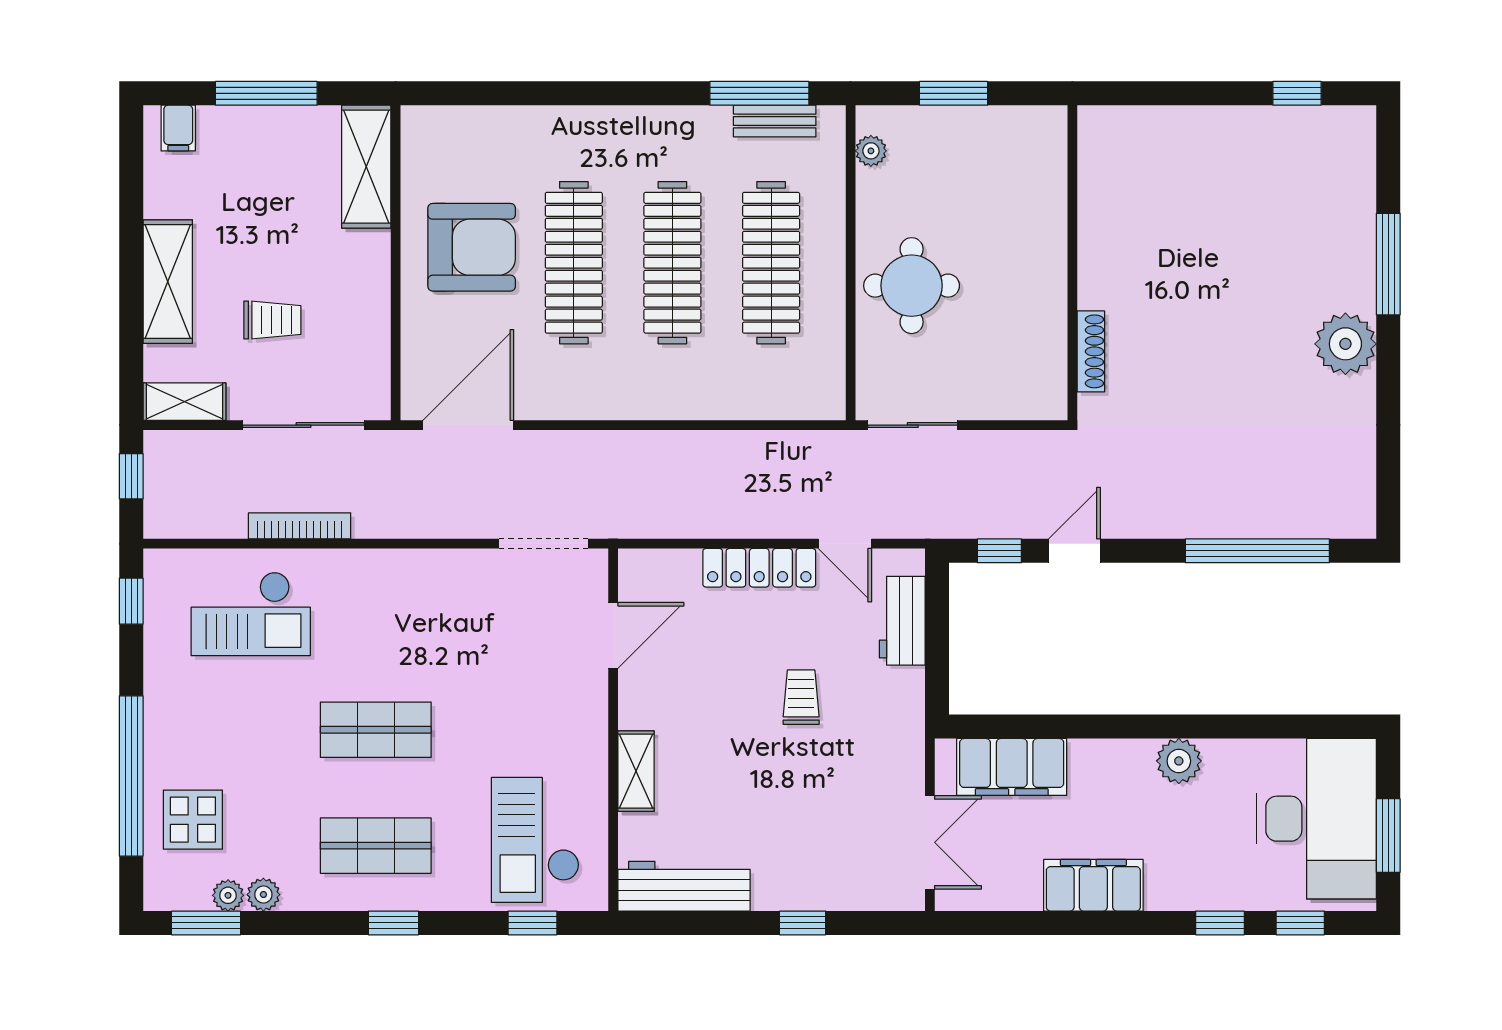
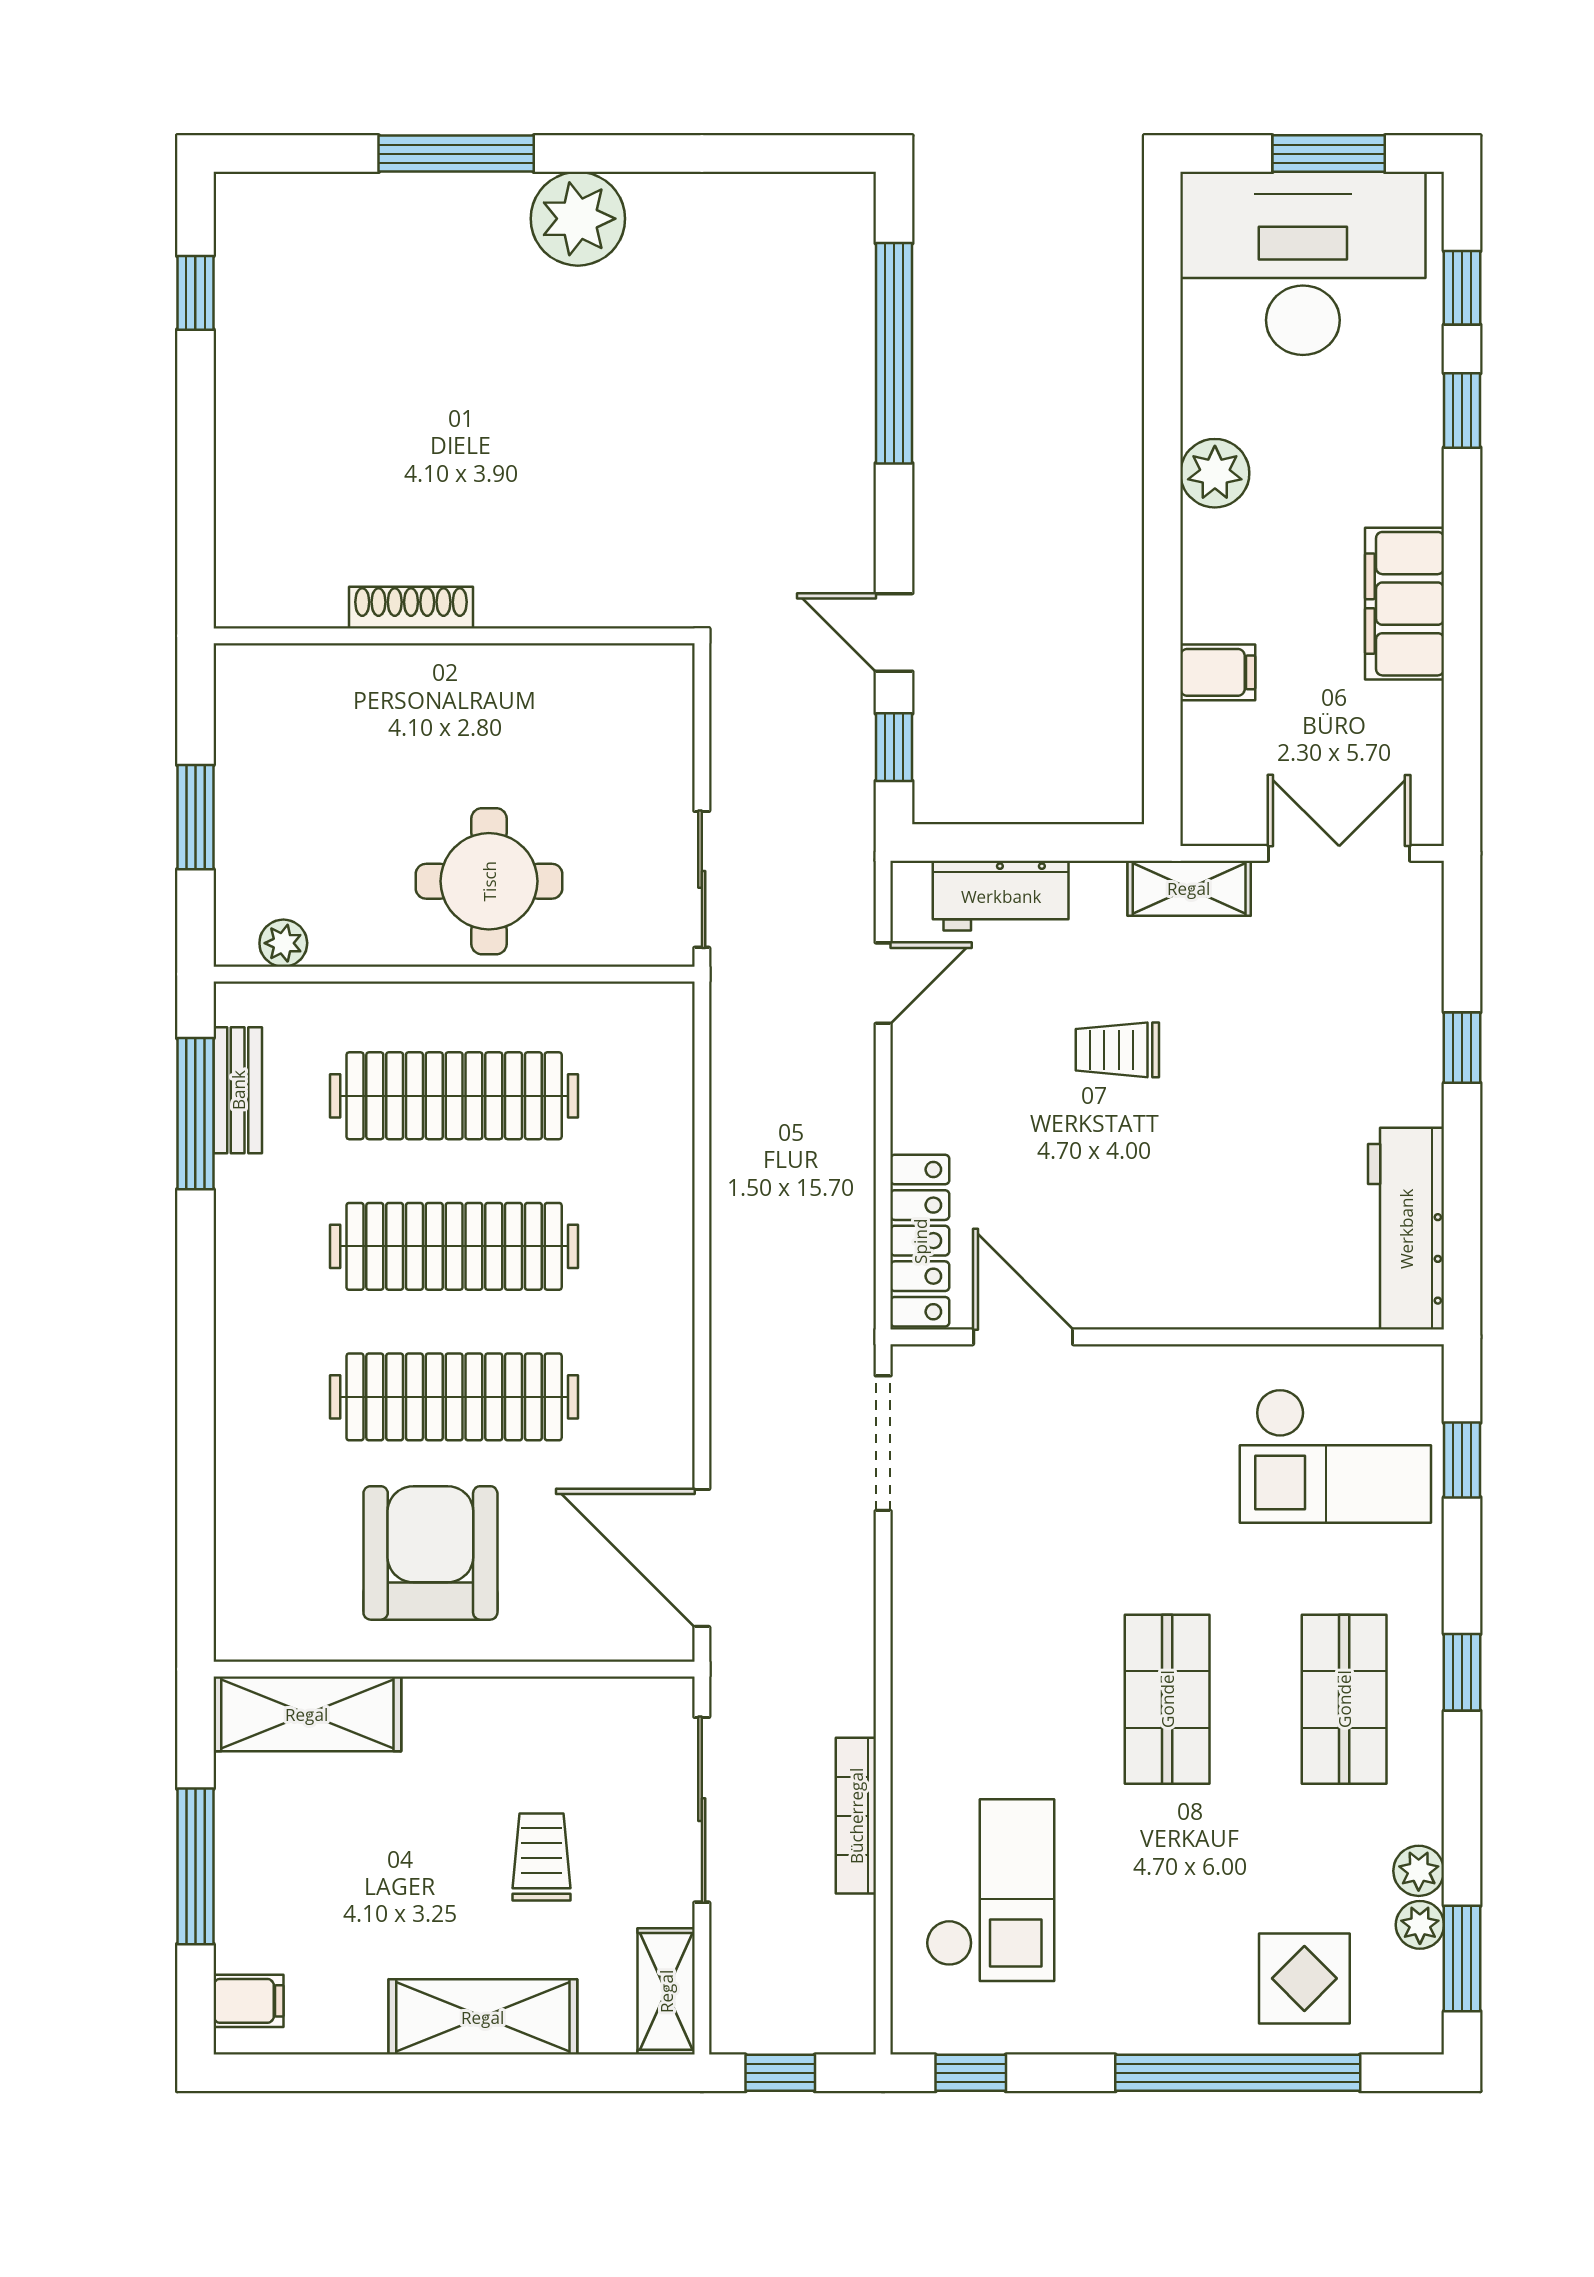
shoe rack: (1091, 351) -> (411, 608), moved
locker: (759, 568) -> (920, 1241), moved
filing cabinet: (1012, 767) -> (1218, 672), width x0.33, depth x0.86
shelving: (636, 771) -> (1189, 888), moved

